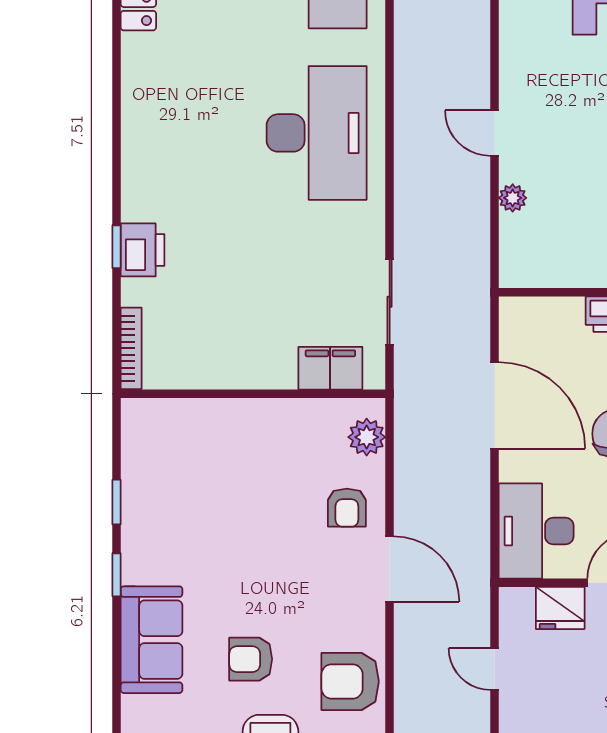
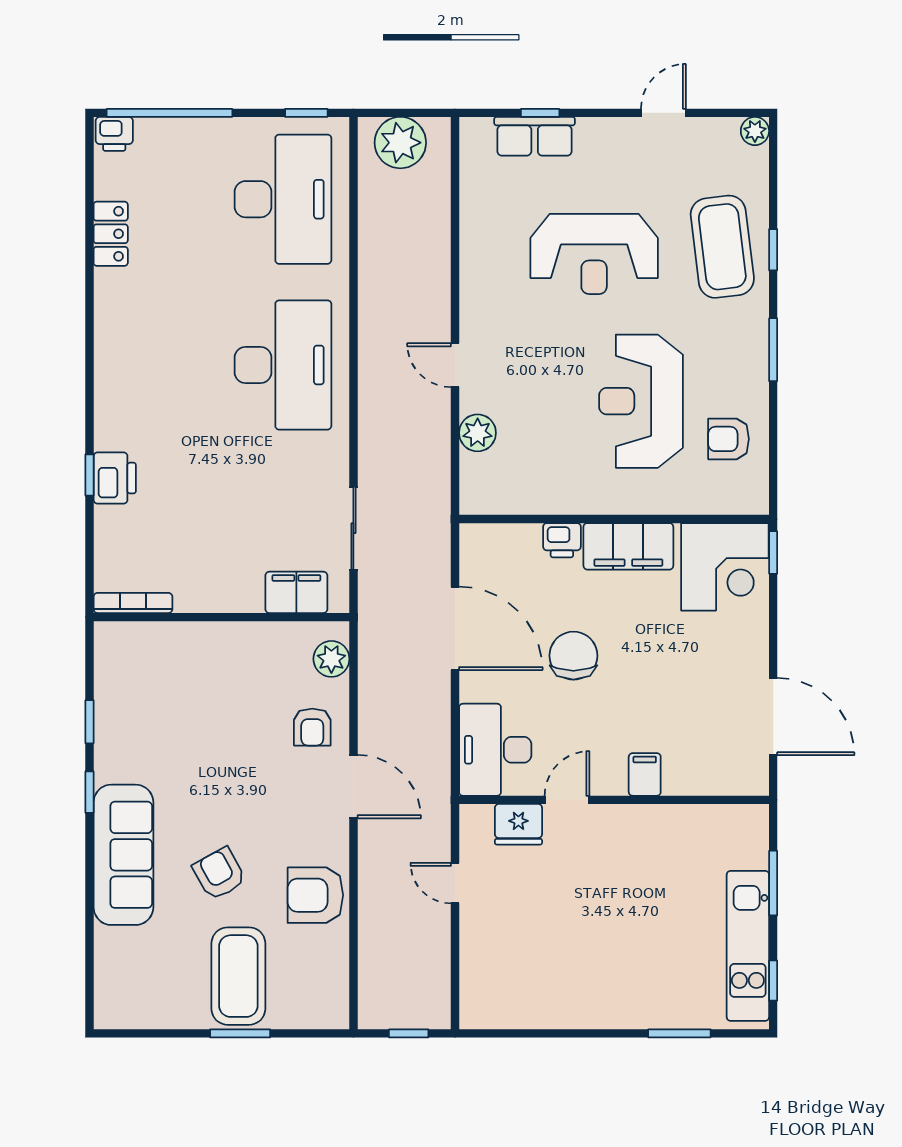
plant: (513, 198) -> (478, 433), width x1.38, depth x1.38
bookcase: (131, 348) -> (133, 603), moved, turned -90
sofa: (152, 640) -> (123, 855), width x1.36
armchair: (251, 659) -> (219, 874), turned 61

